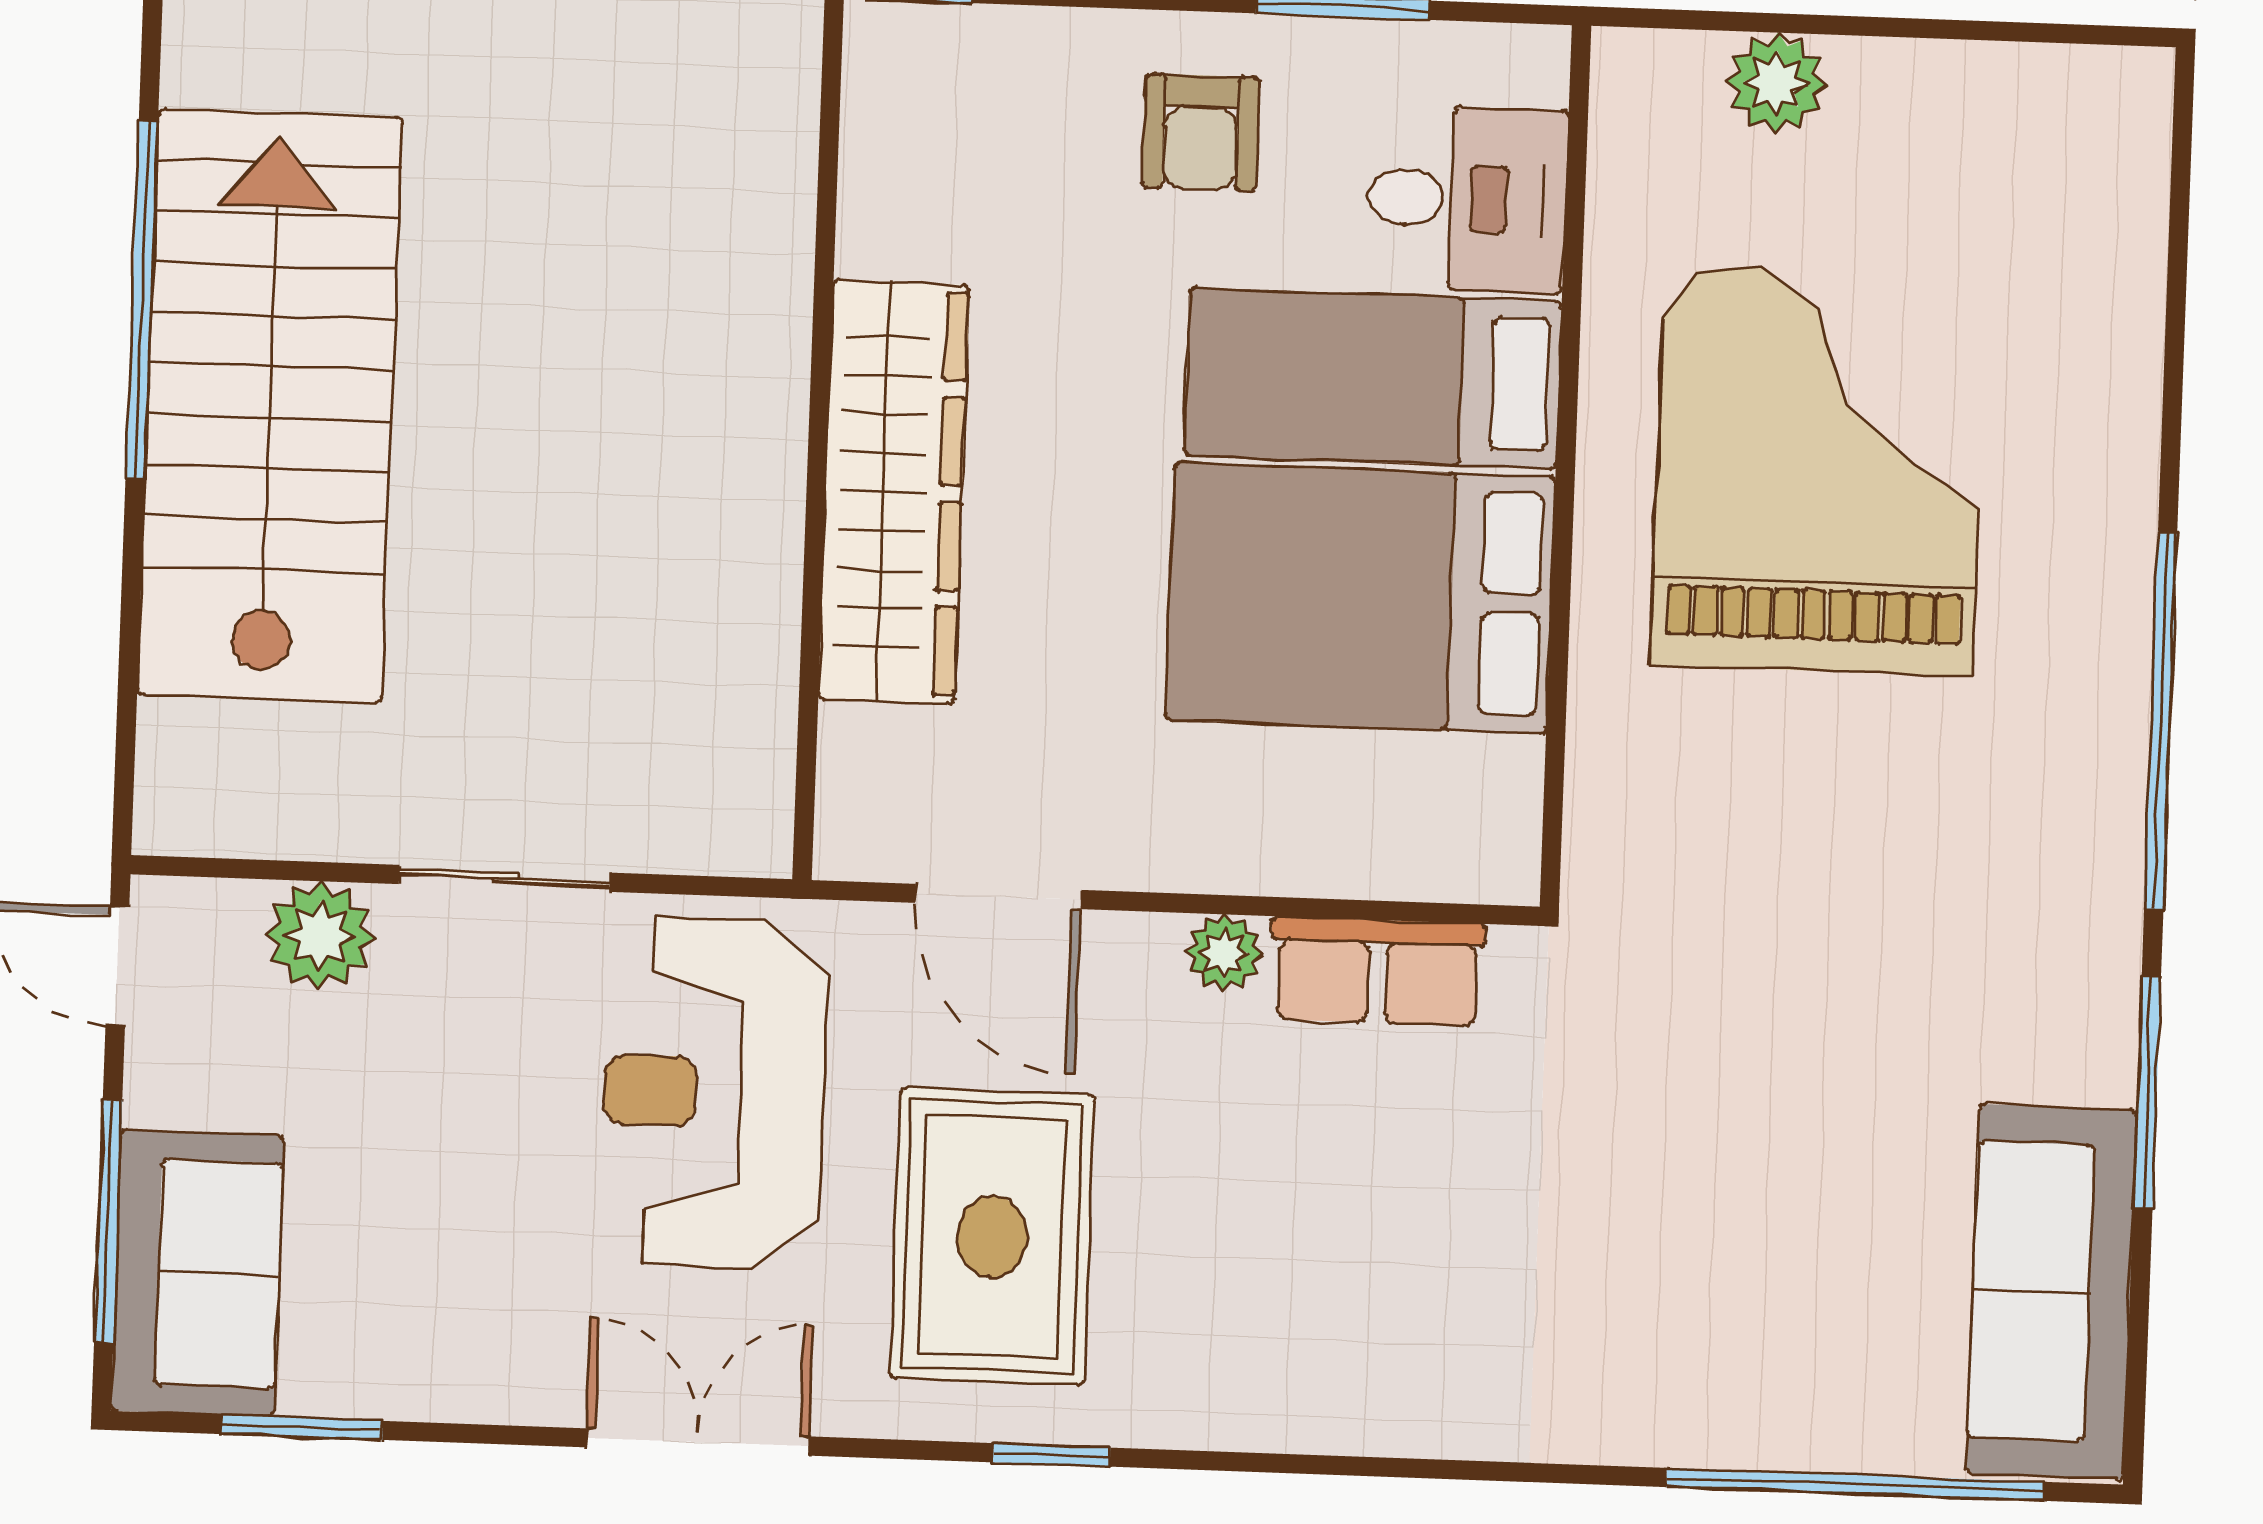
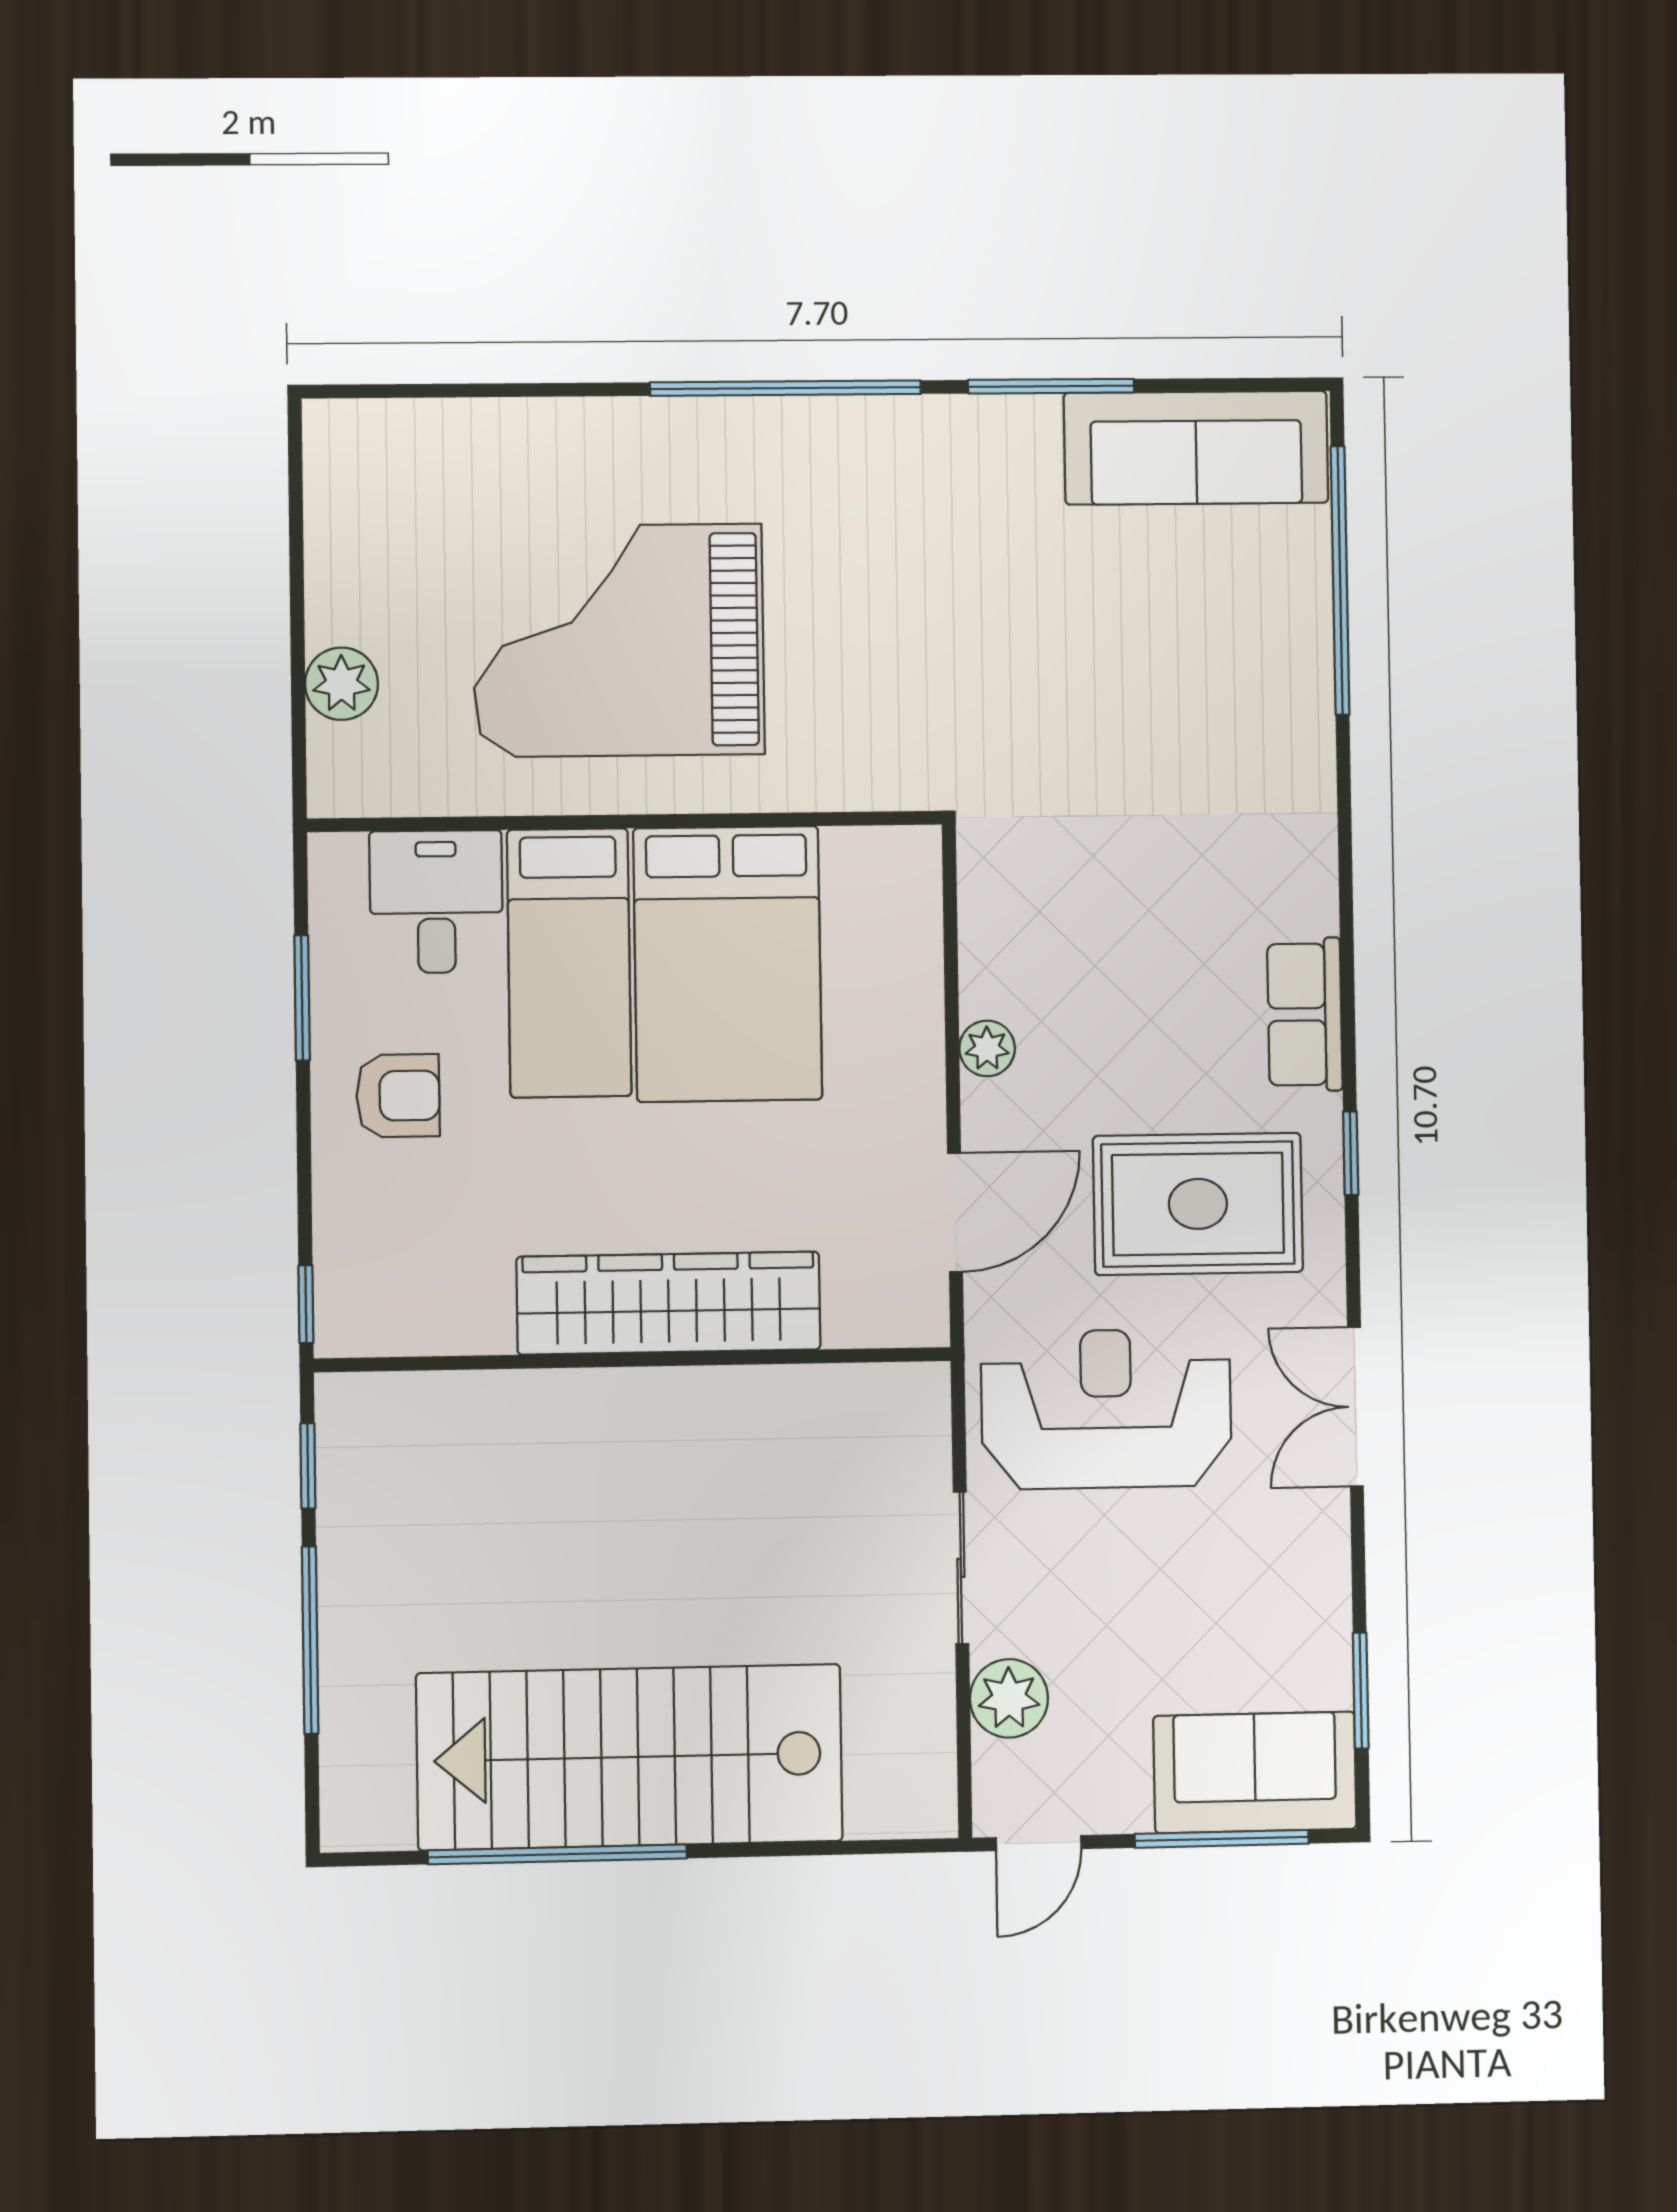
row of seats: (1378, 971) -> (1305, 1014), moved, turned 180
reception desk: (714, 1093) -> (1106, 1409), turned 180

